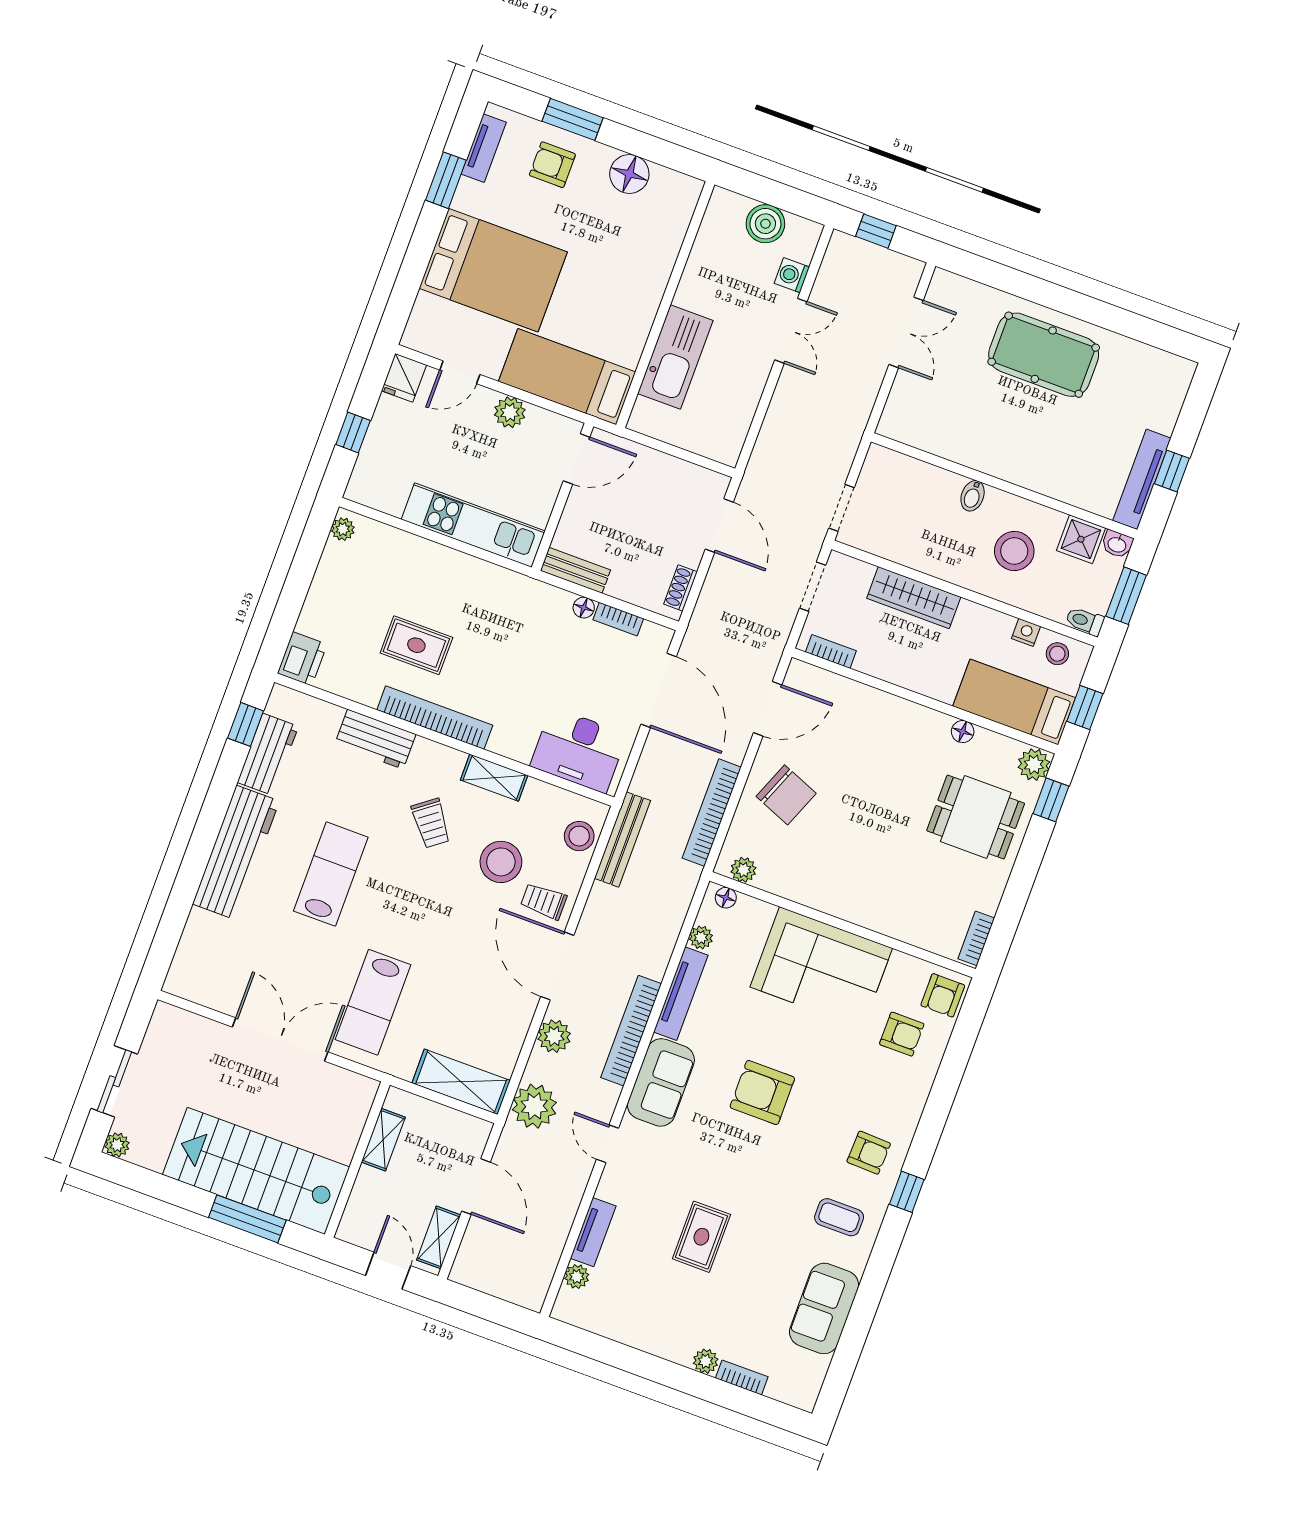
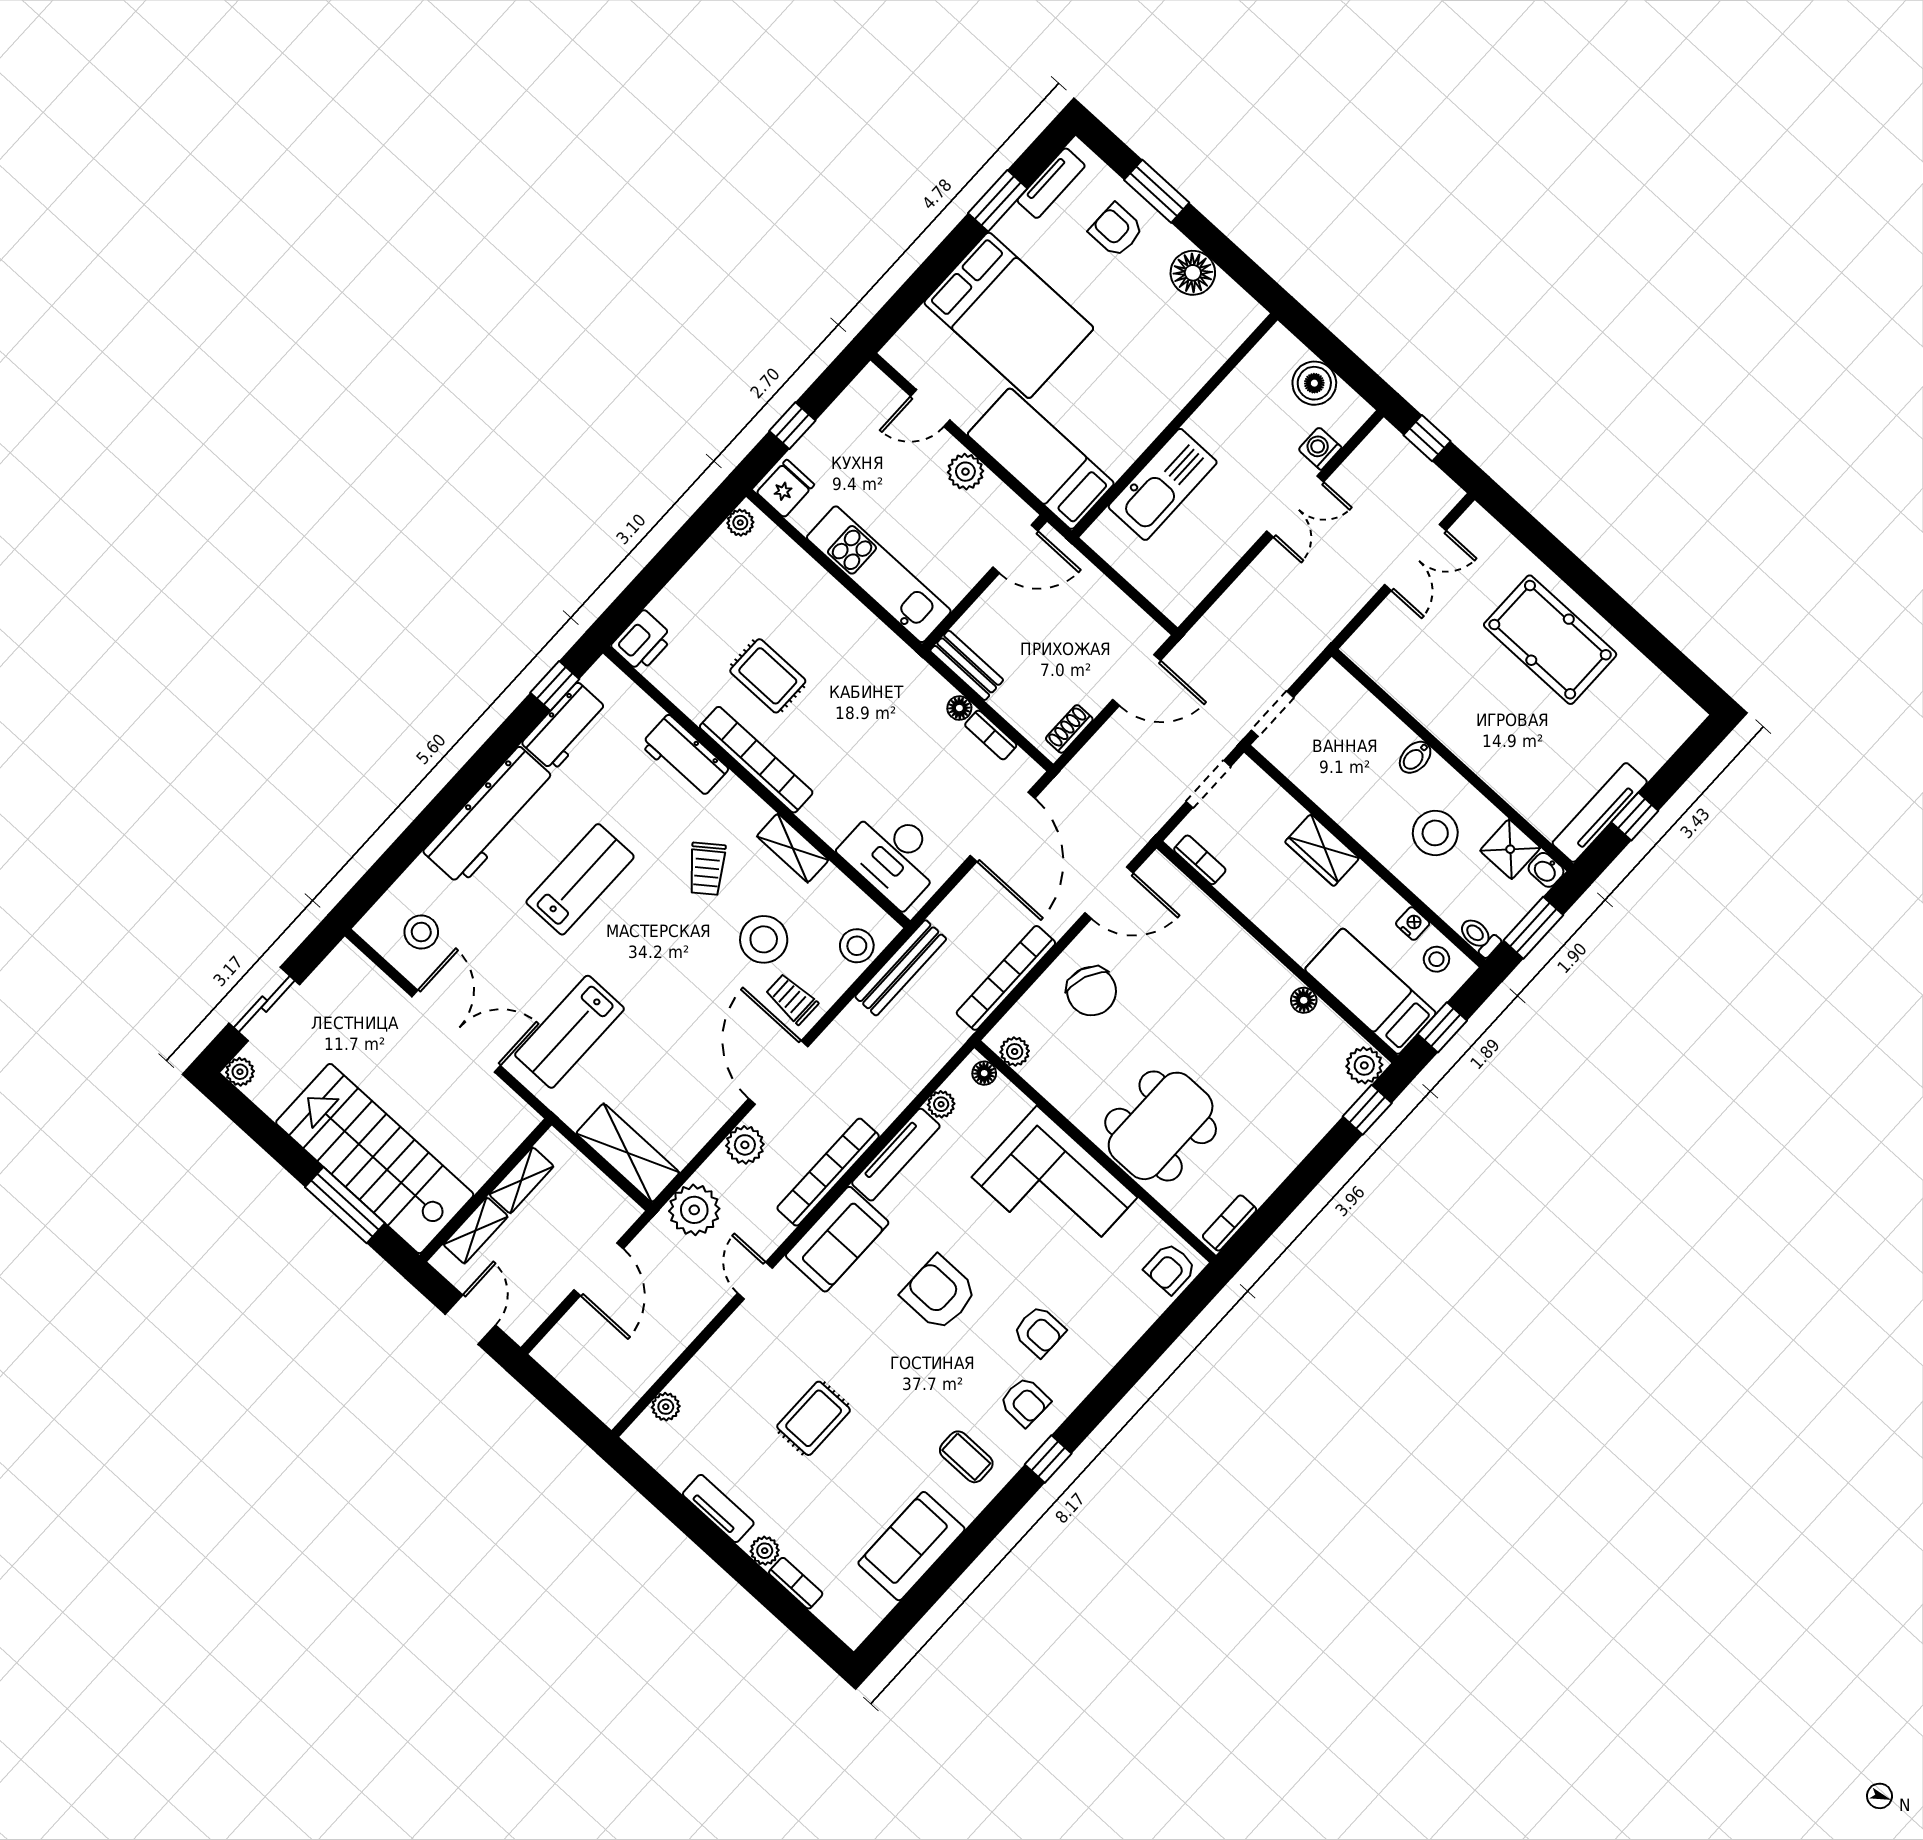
fridge: (404, 378) -> (785, 488), moved, turned 180
door: (719, 526) -> (1137, 680), hinge flipped
wardrobe: (914, 598) -> (1322, 850), width x0.67
dining table: (976, 817) -> (1161, 1126), moved, width x1.38
stool: (219, 970) -> (421, 932), added
armchair: (902, 1034) -> (1039, 1331), moved
tv unit: (593, 1232) -> (718, 1509), moved, turned -90
shelving: (439, 1237) -> (476, 1230), moved

